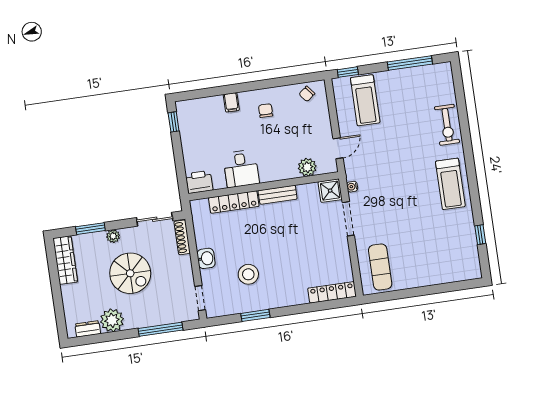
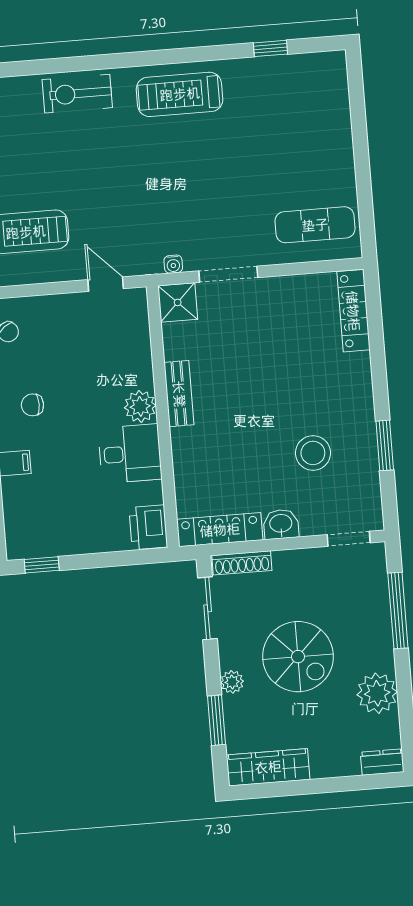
exercise bike: (447, 125) -> (77, 94), turned 180
plant: (307, 167) -> (140, 406), moved
treadmill: (450, 184) -> (180, 94), turned 180
locker: (234, 202) -> (220, 530), moved, turned -90
spiral stairs: (130, 273) -> (298, 657), turned 90
dresser: (88, 329) -> (382, 762), moved, turned 90

